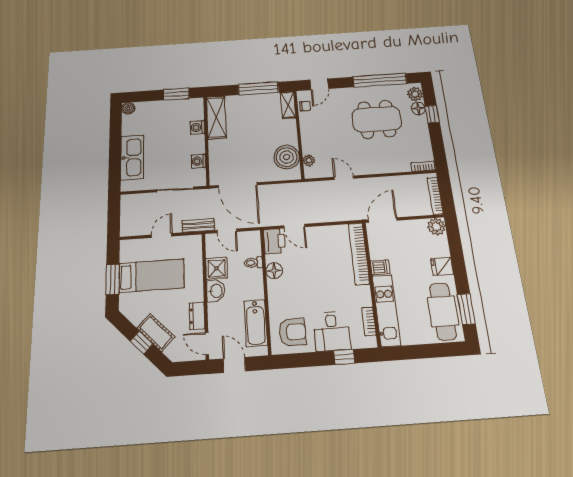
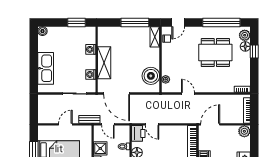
shelving: (216, 117) -> (104, 63), moved

